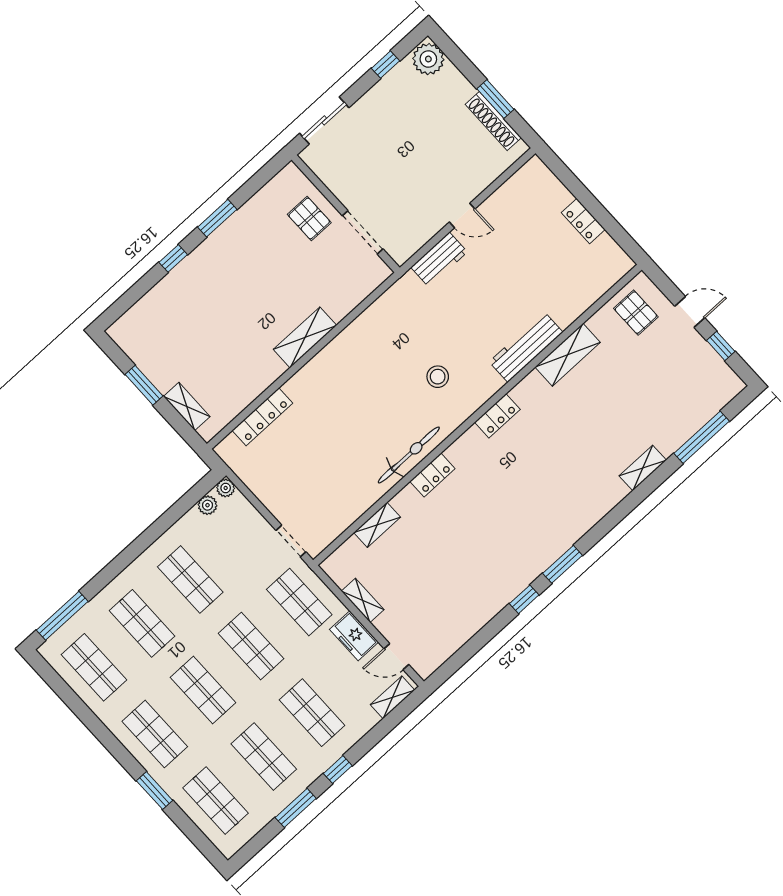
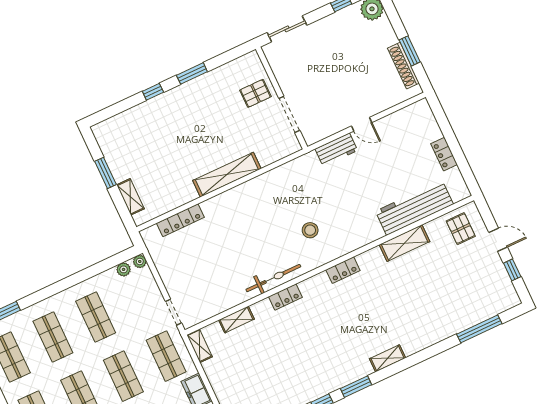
pallet: (309, 218) -> (255, 93), turned 90
shelving: (305, 337) -> (227, 175), width x1.47
workbench: (526, 347) -> (414, 208), moved, width x1.36, depth x1.32
shelving: (643, 468) -> (388, 358), moved
shelving: (363, 600) -> (200, 346), moved

